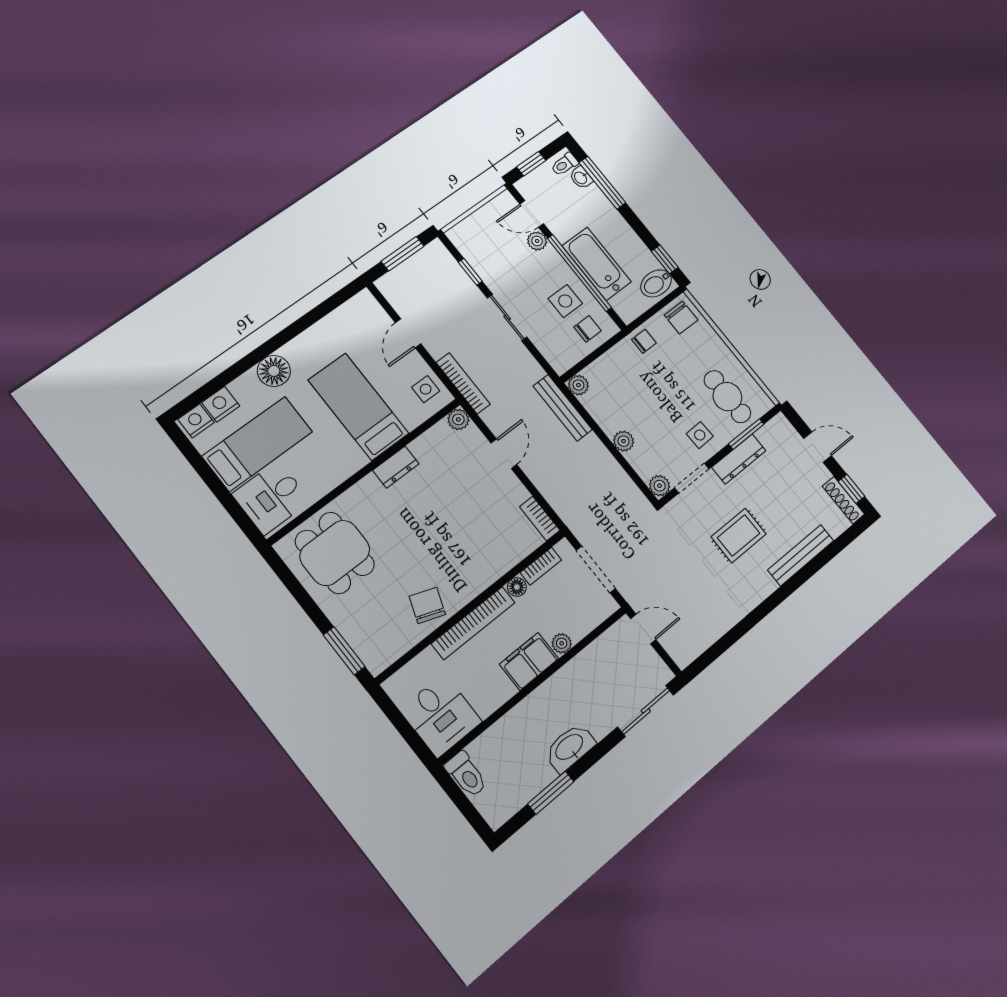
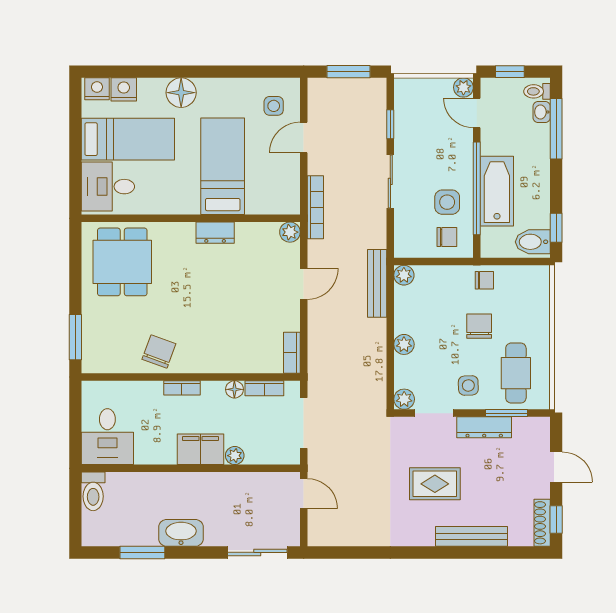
plant: (537, 241) -> (463, 87), moved
chair: (681, 318) -> (479, 326), moved, turned 180
side table: (426, 389) -> (274, 106), moved
bookcase: (473, 623) -> (182, 388), width x0.43, depth x0.76

